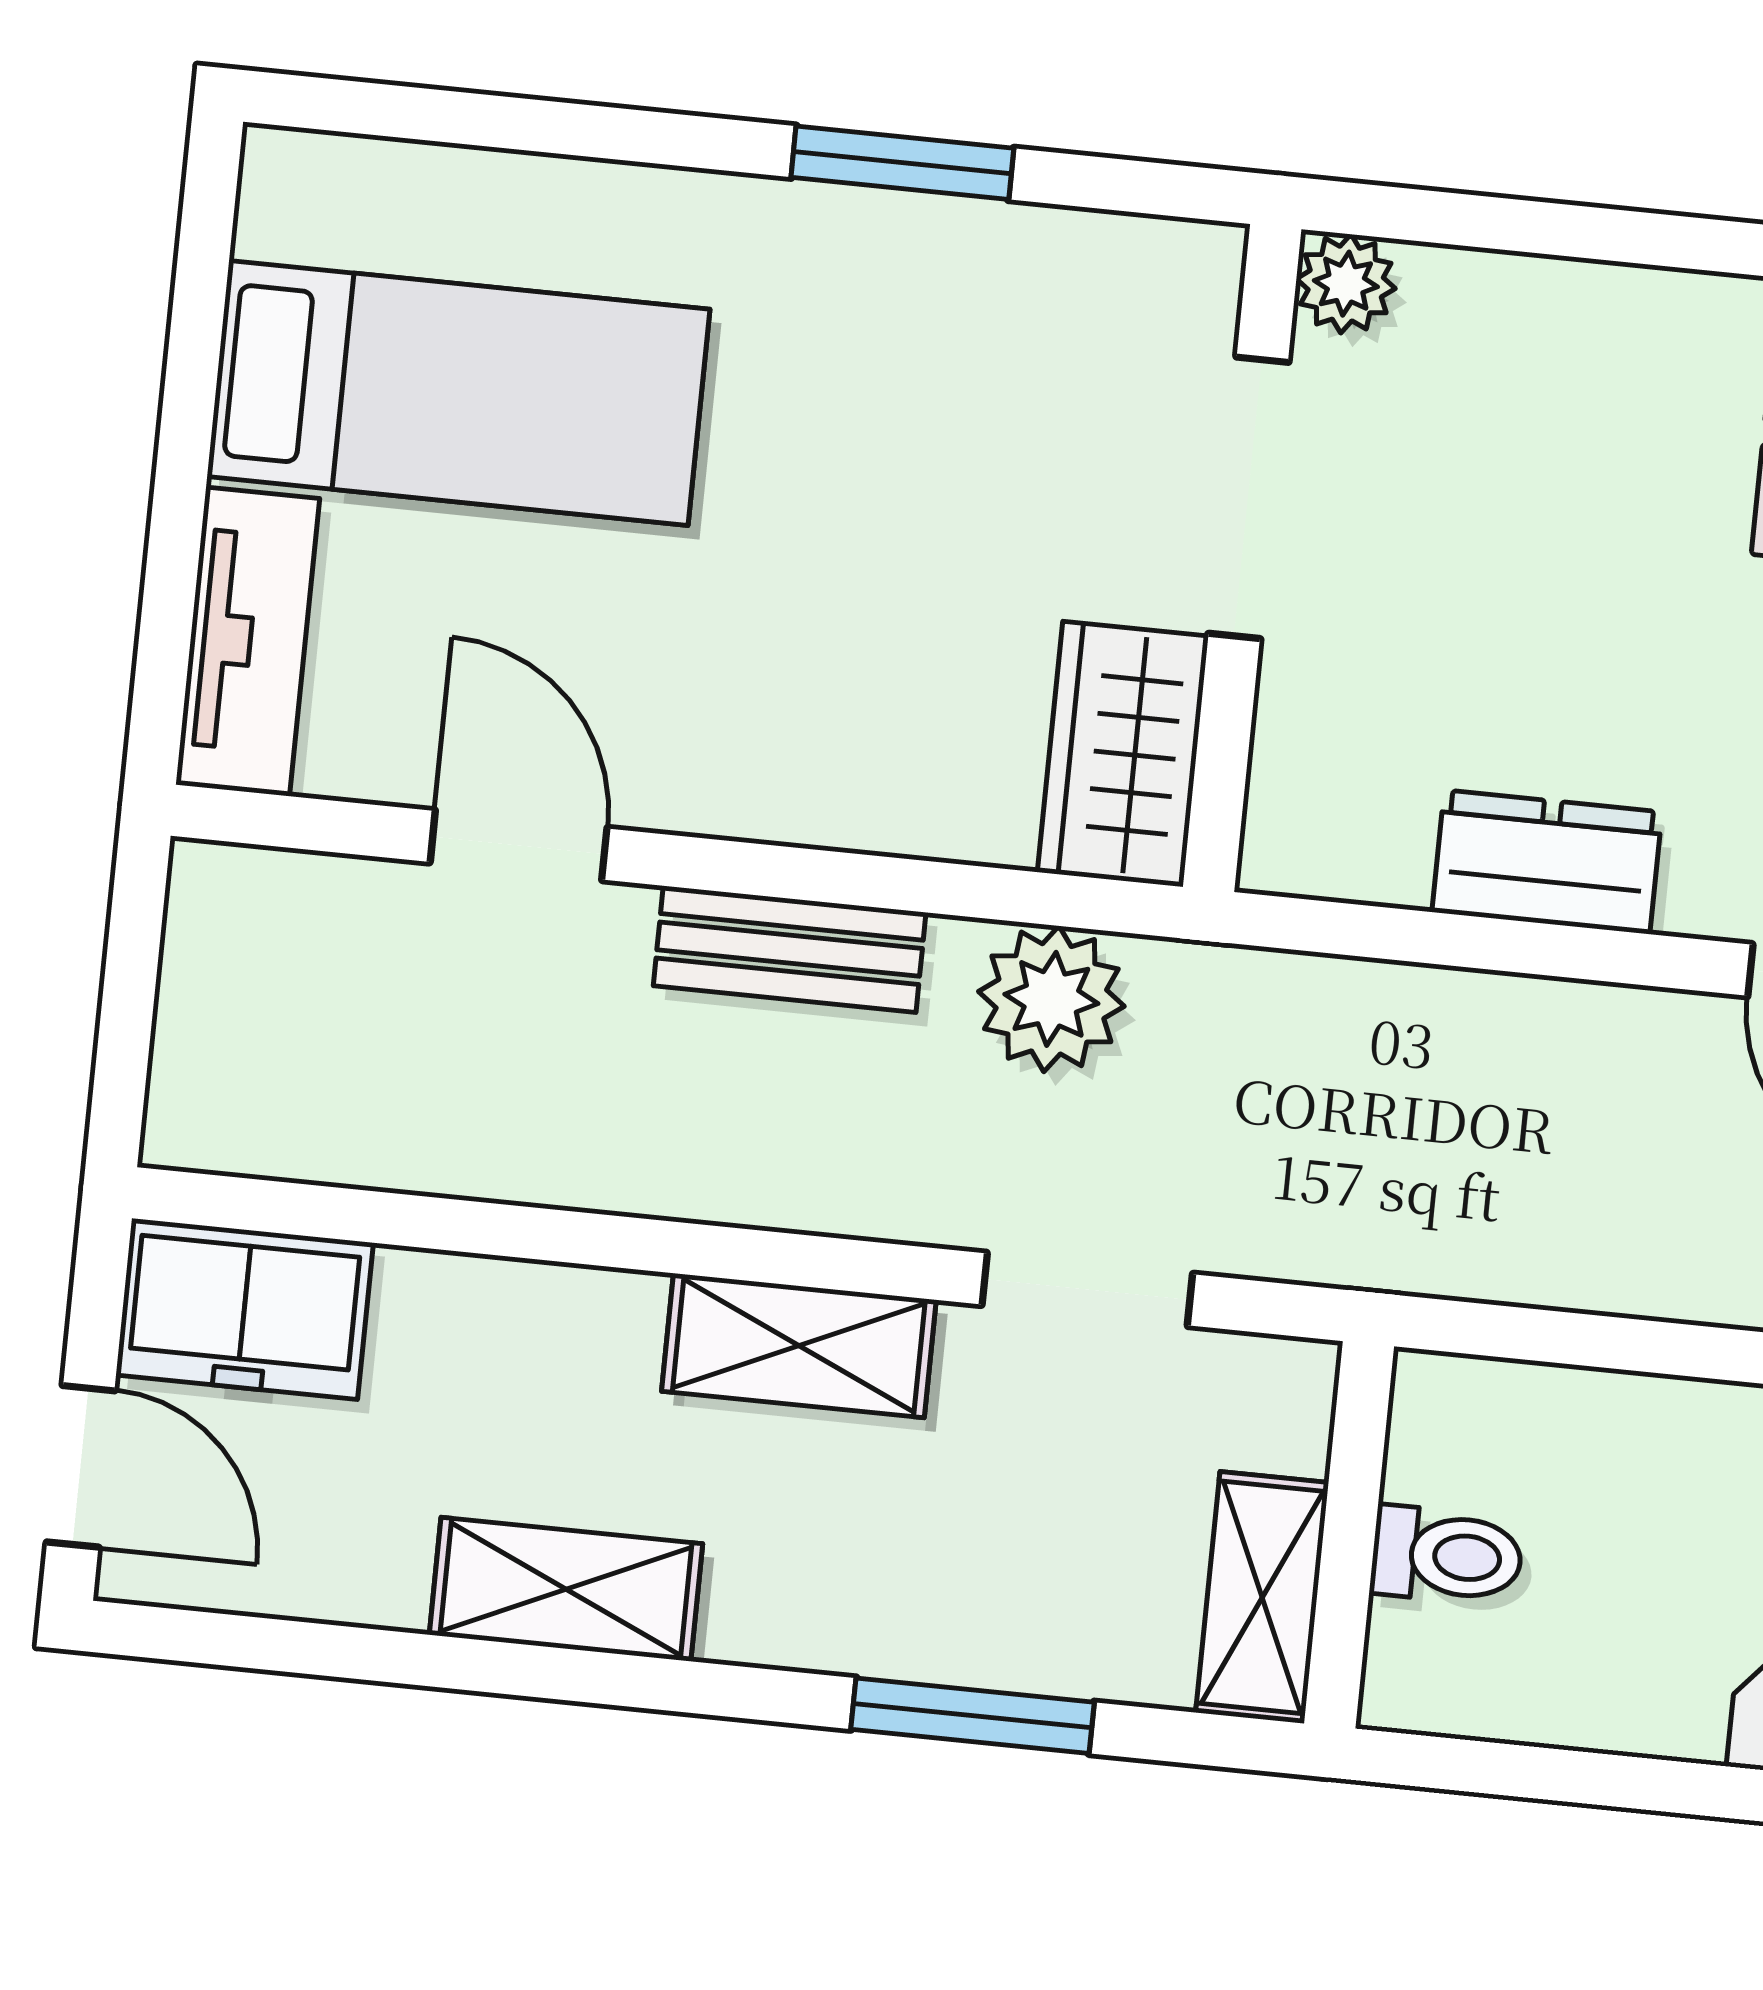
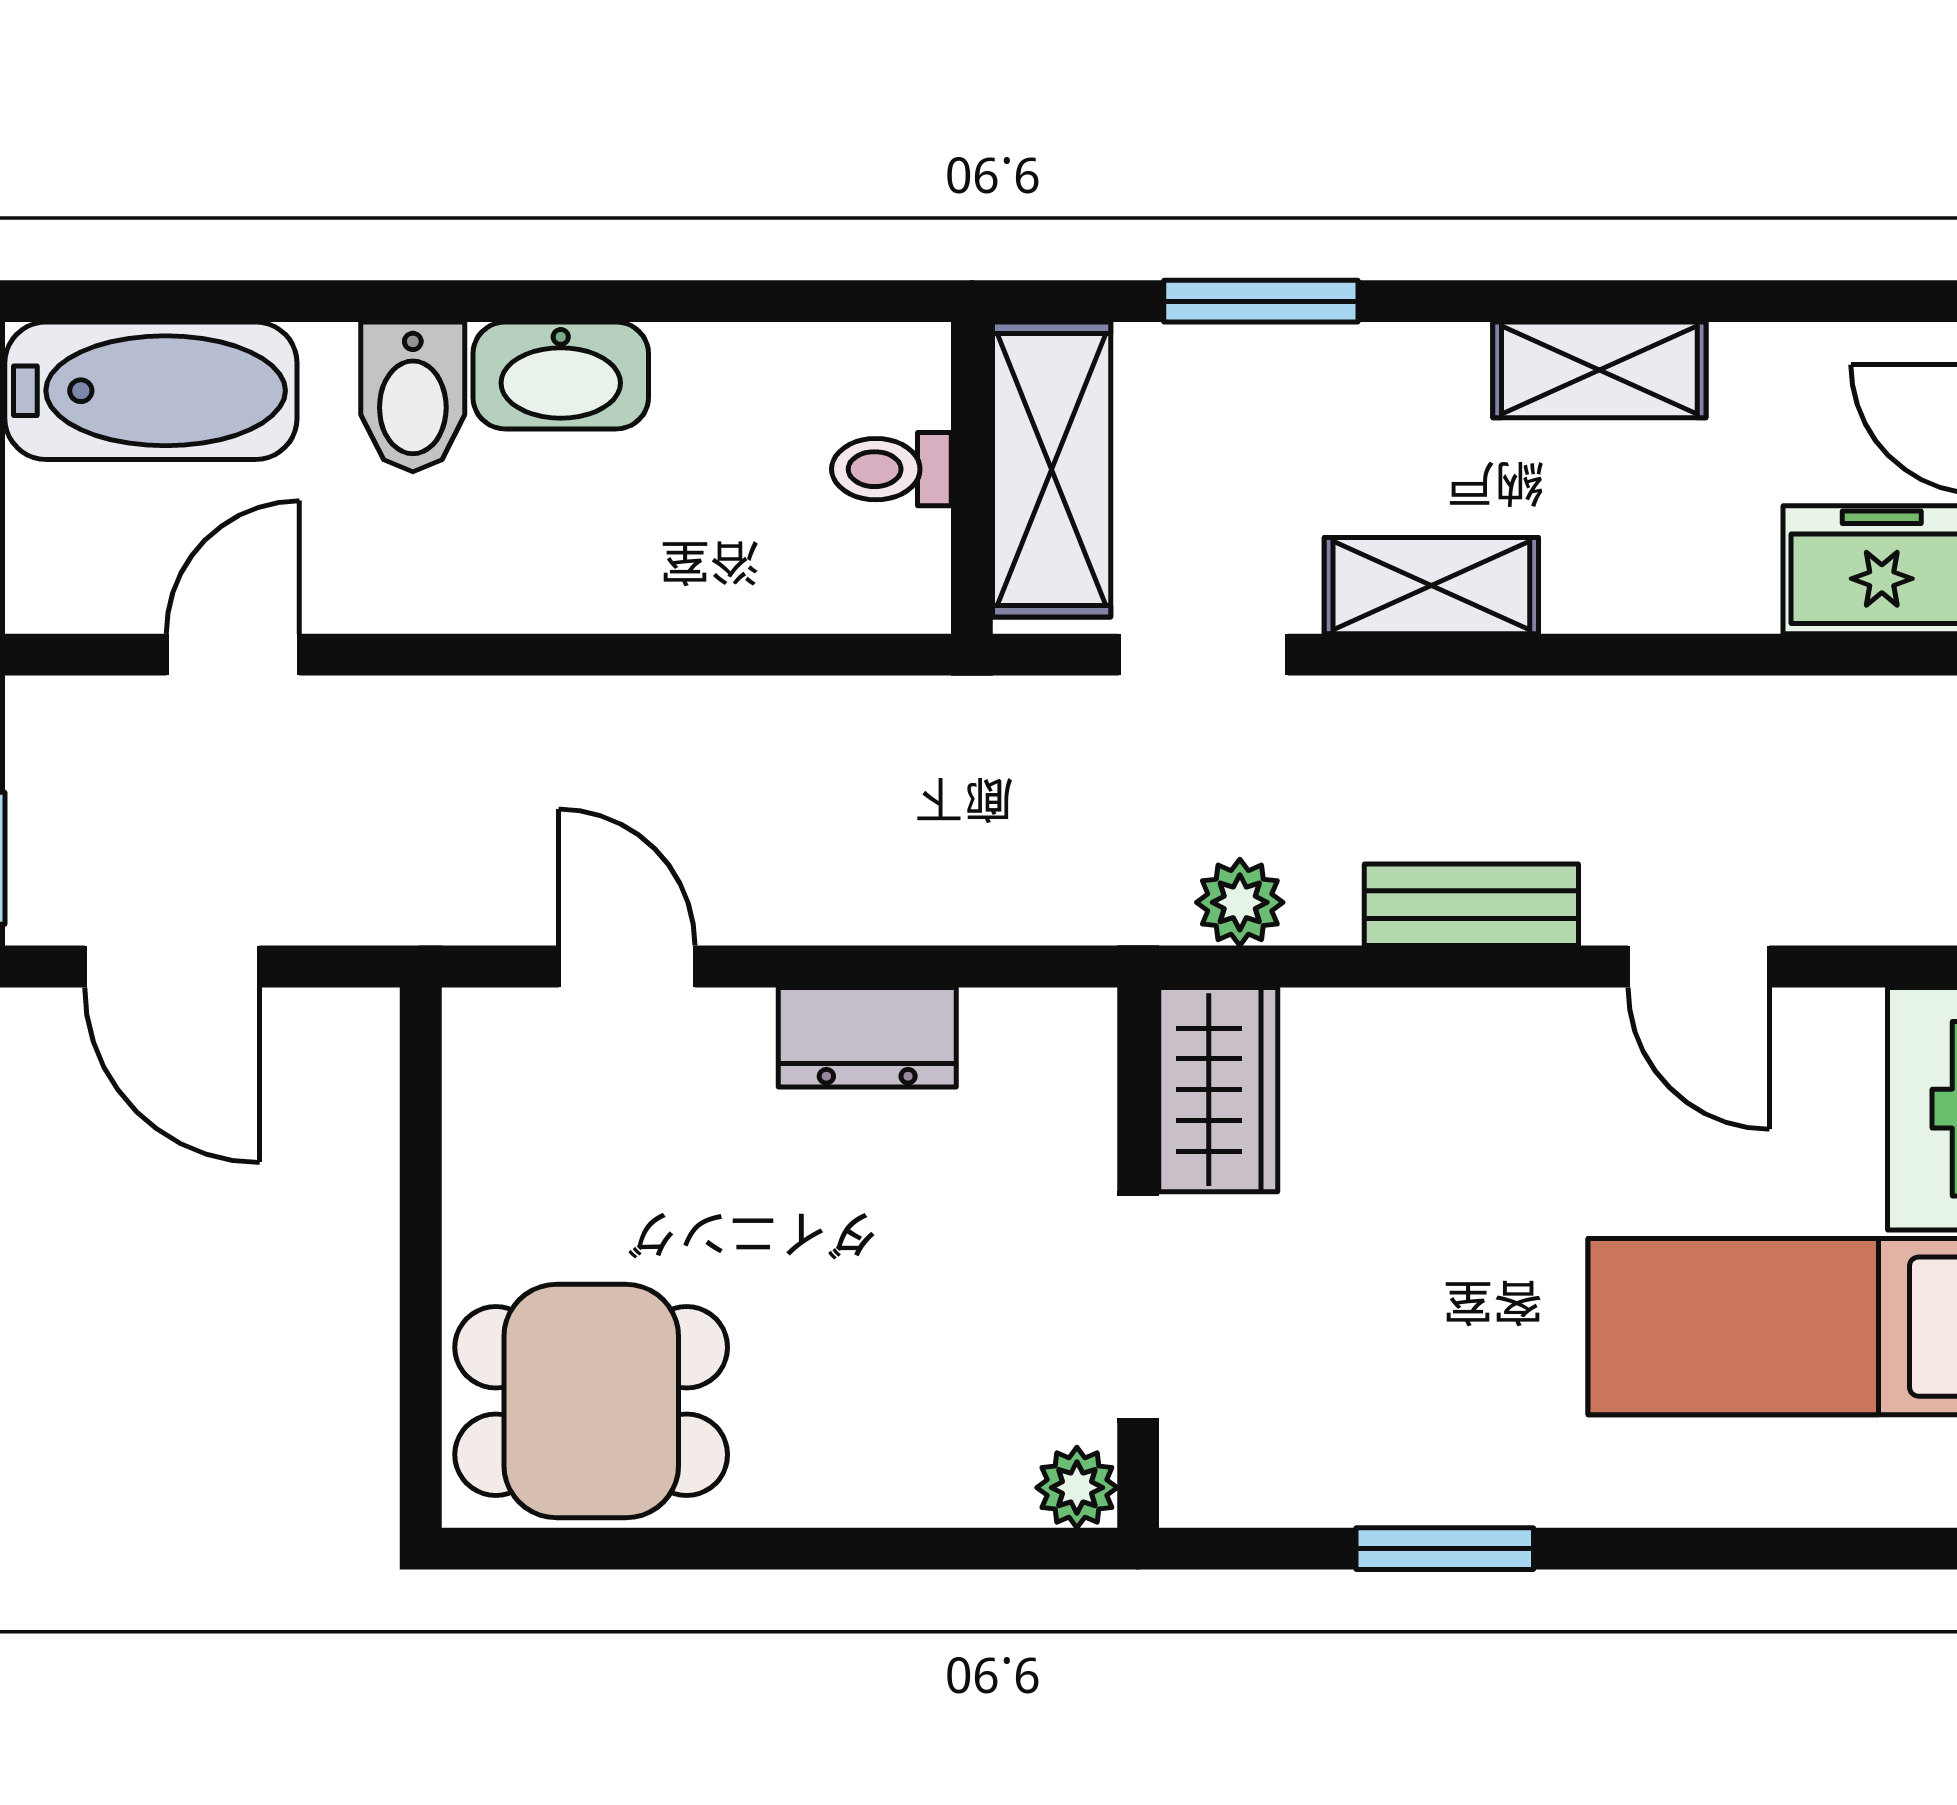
plant: (1051, 999) -> (1240, 902), width x0.73, depth x0.73
shelving: (1262, 1597) -> (1052, 469), width x1.50, depth x1.33

